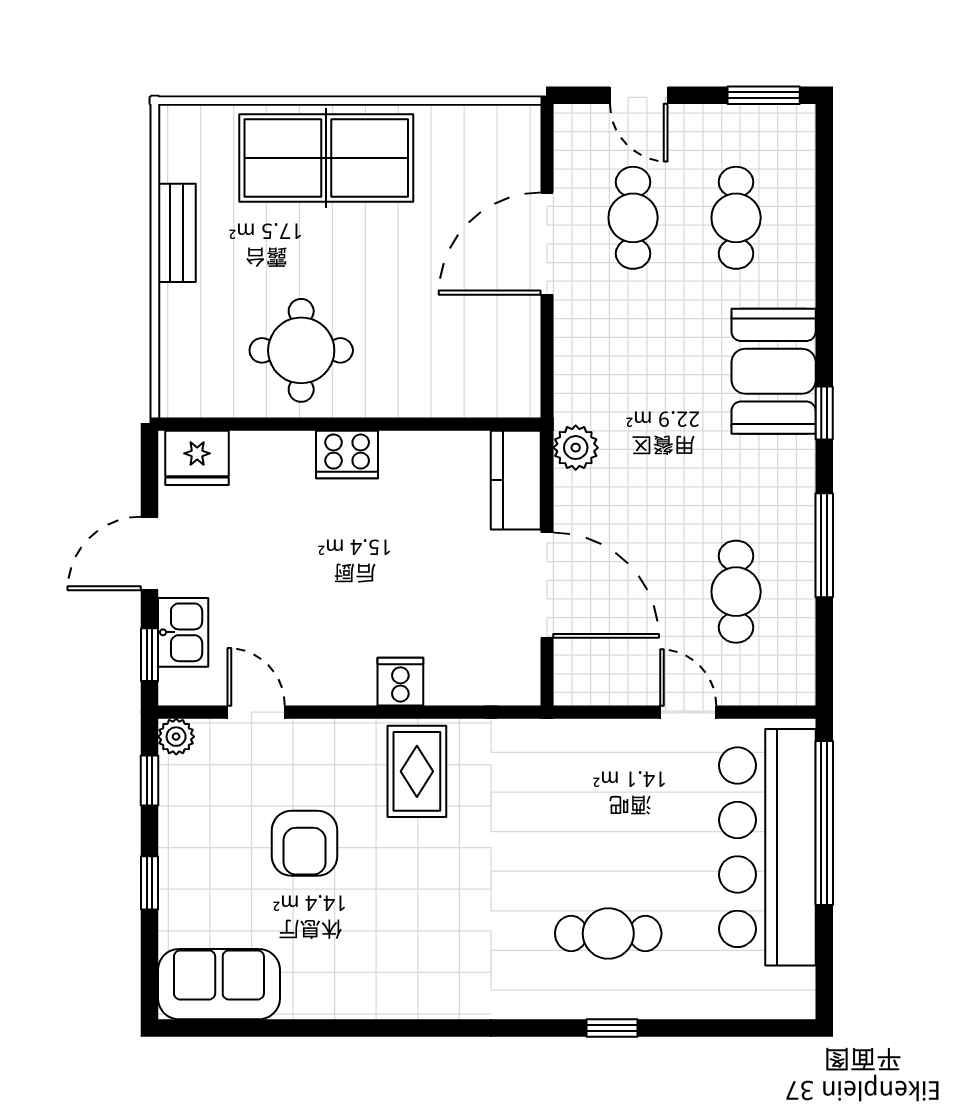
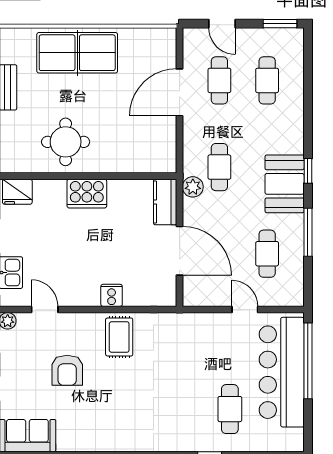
booth: (774, 371) -> (285, 184), moved
cafe table: (633, 405) -> (219, 167), added
cooker: (347, 454) -> (87, 194), width x1.37, depth x1.31
cafe table: (608, 934) -> (230, 409), moved, turned 90

